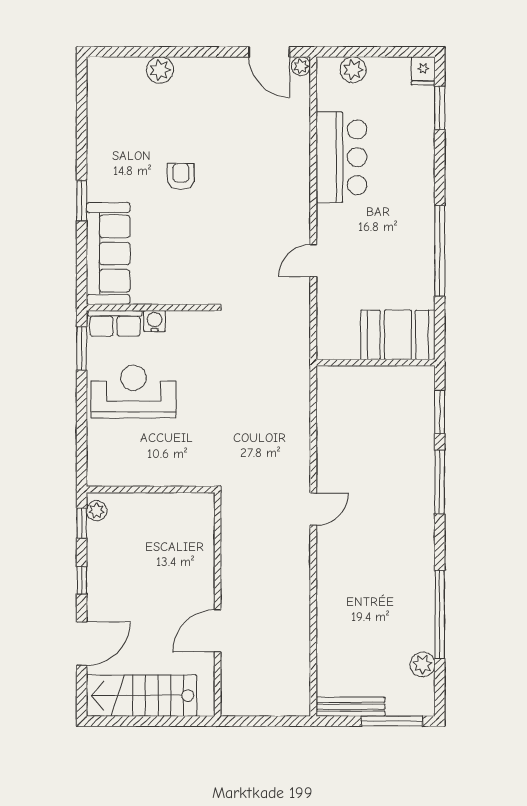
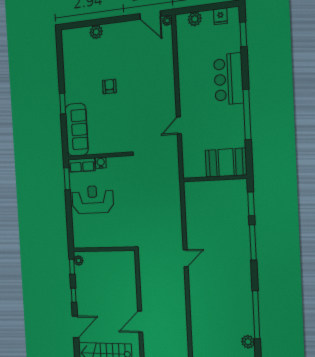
fridge: (423, 71) -> (220, 16), moved
bar counter: (341, 157) -> (229, 79), moved, turned 180

